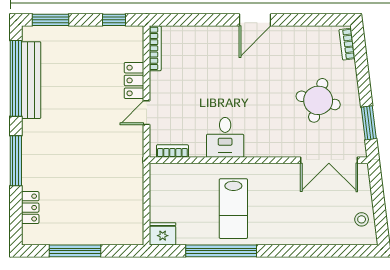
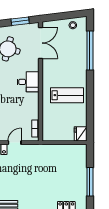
door: (147, 113) -> (15, 143), swing flipped
desk: (225, 137) -> (28, 82), moved
window: (221, 251) -> (90, 50), moved

